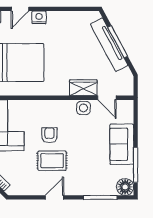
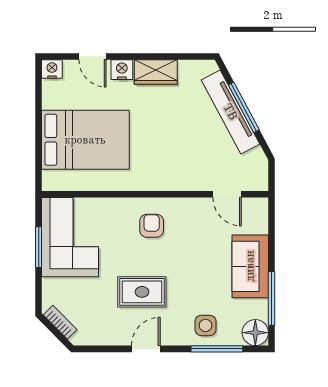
door: (20, 9) -> (92, 56), hinge flipped
wardrobe: (83, 88) -> (156, 72), moved, turned 180
side table: (83, 108) -> (206, 325), moved
armchair: (50, 135) -> (152, 226), moved

